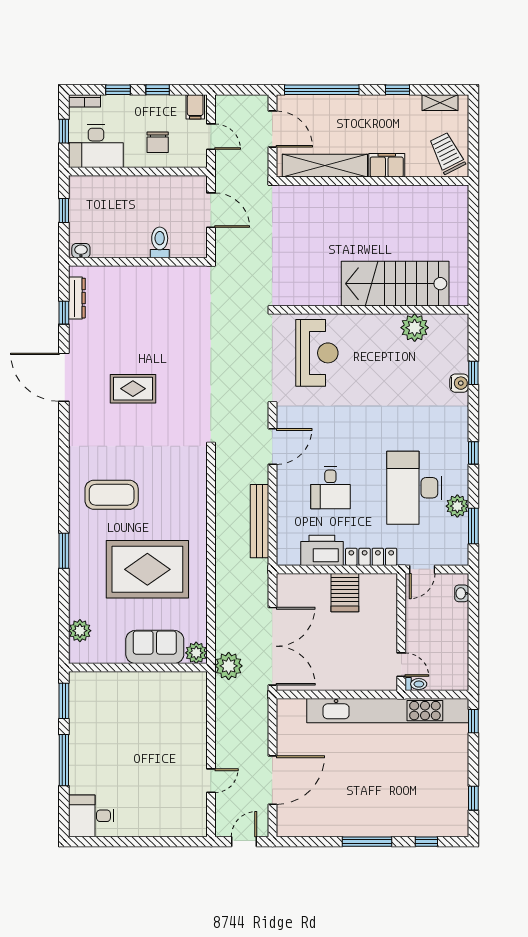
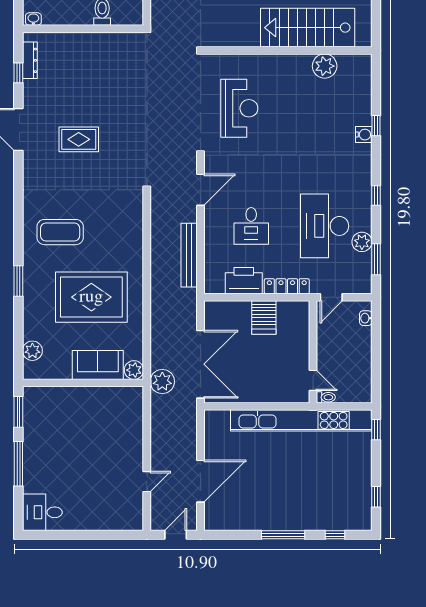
stairs: (395, 284) -> (308, 28), moved
wall: (372, 310) -> (288, 51), moved
plant: (415, 328) -> (325, 66), moved

